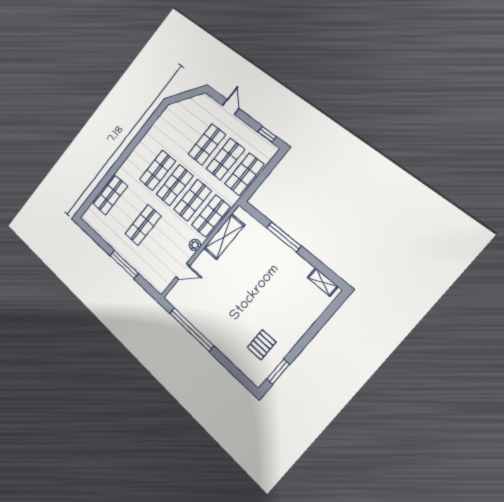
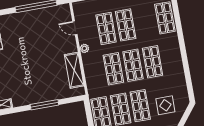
display table: (188, 123) -> (165, 105), added
shop shelf: (211, 216) -> (106, 28), moved
door: (183, 271) -> (75, 28), hinge flipped

